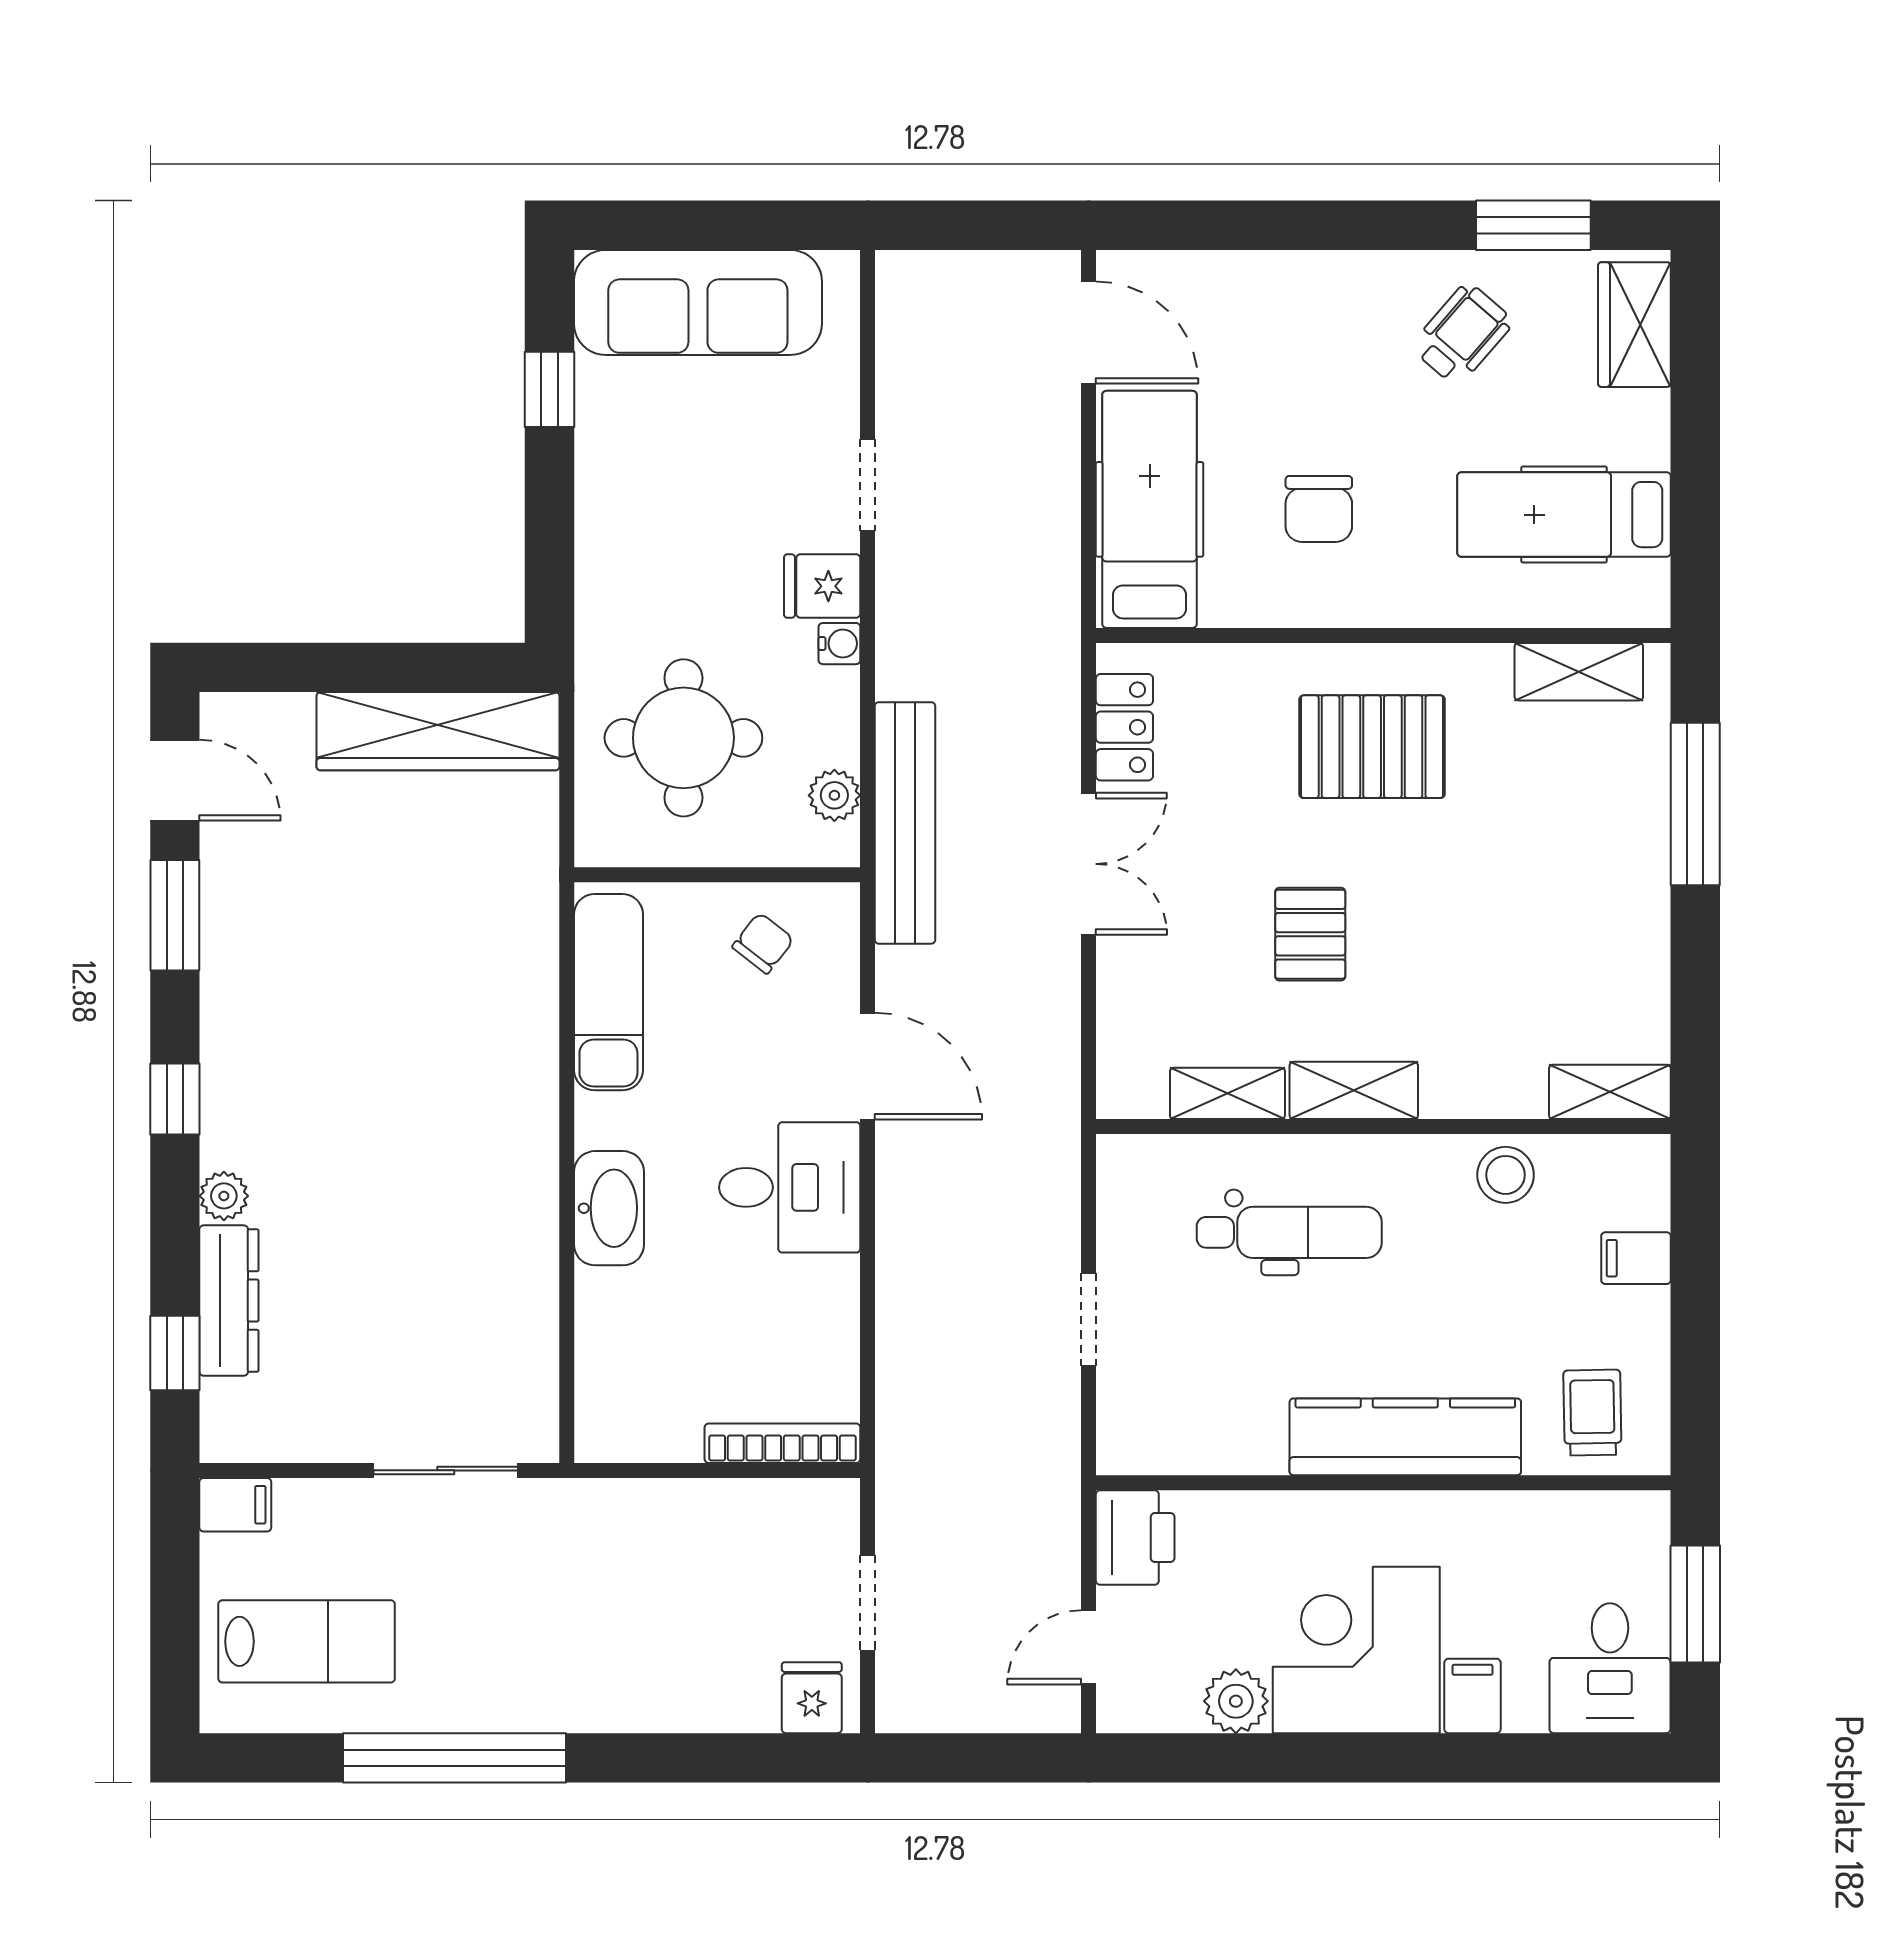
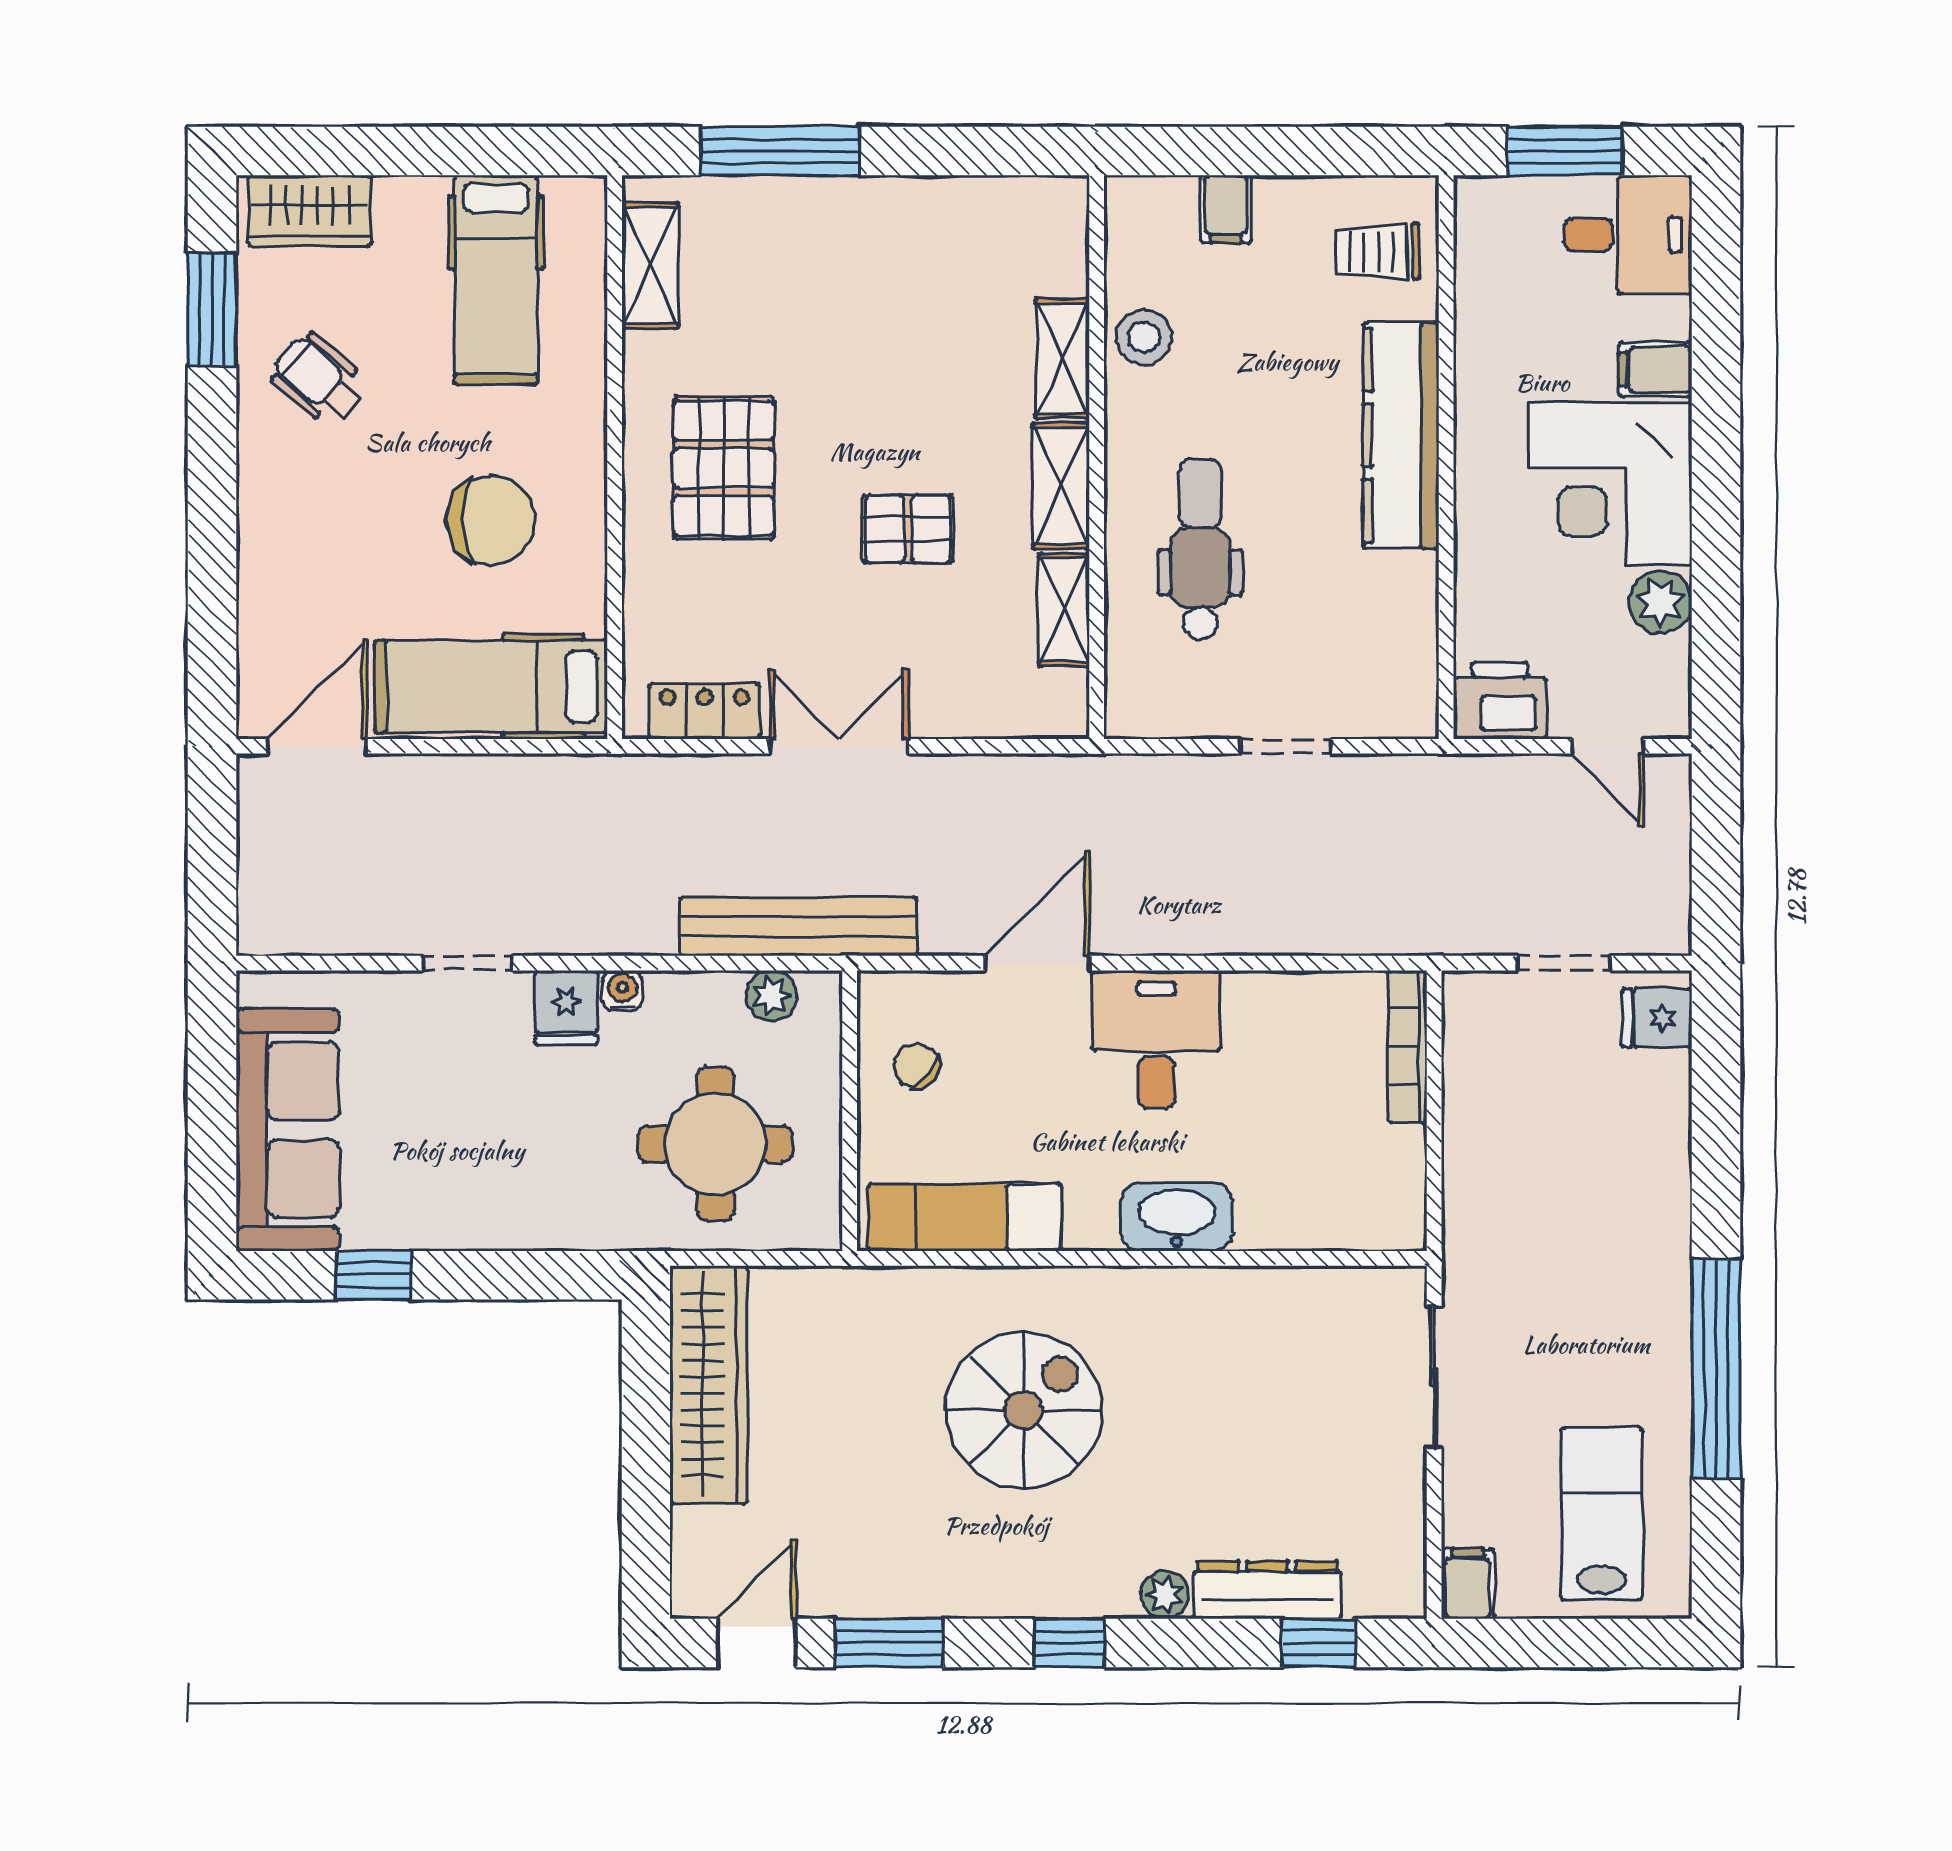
chair: (1319, 509) -> (490, 520), width x1.37, depth x1.37
spiral stairs: (412, 1053) -> (1024, 1410), added
shelving: (1610, 1092) -> (1063, 359), moved

